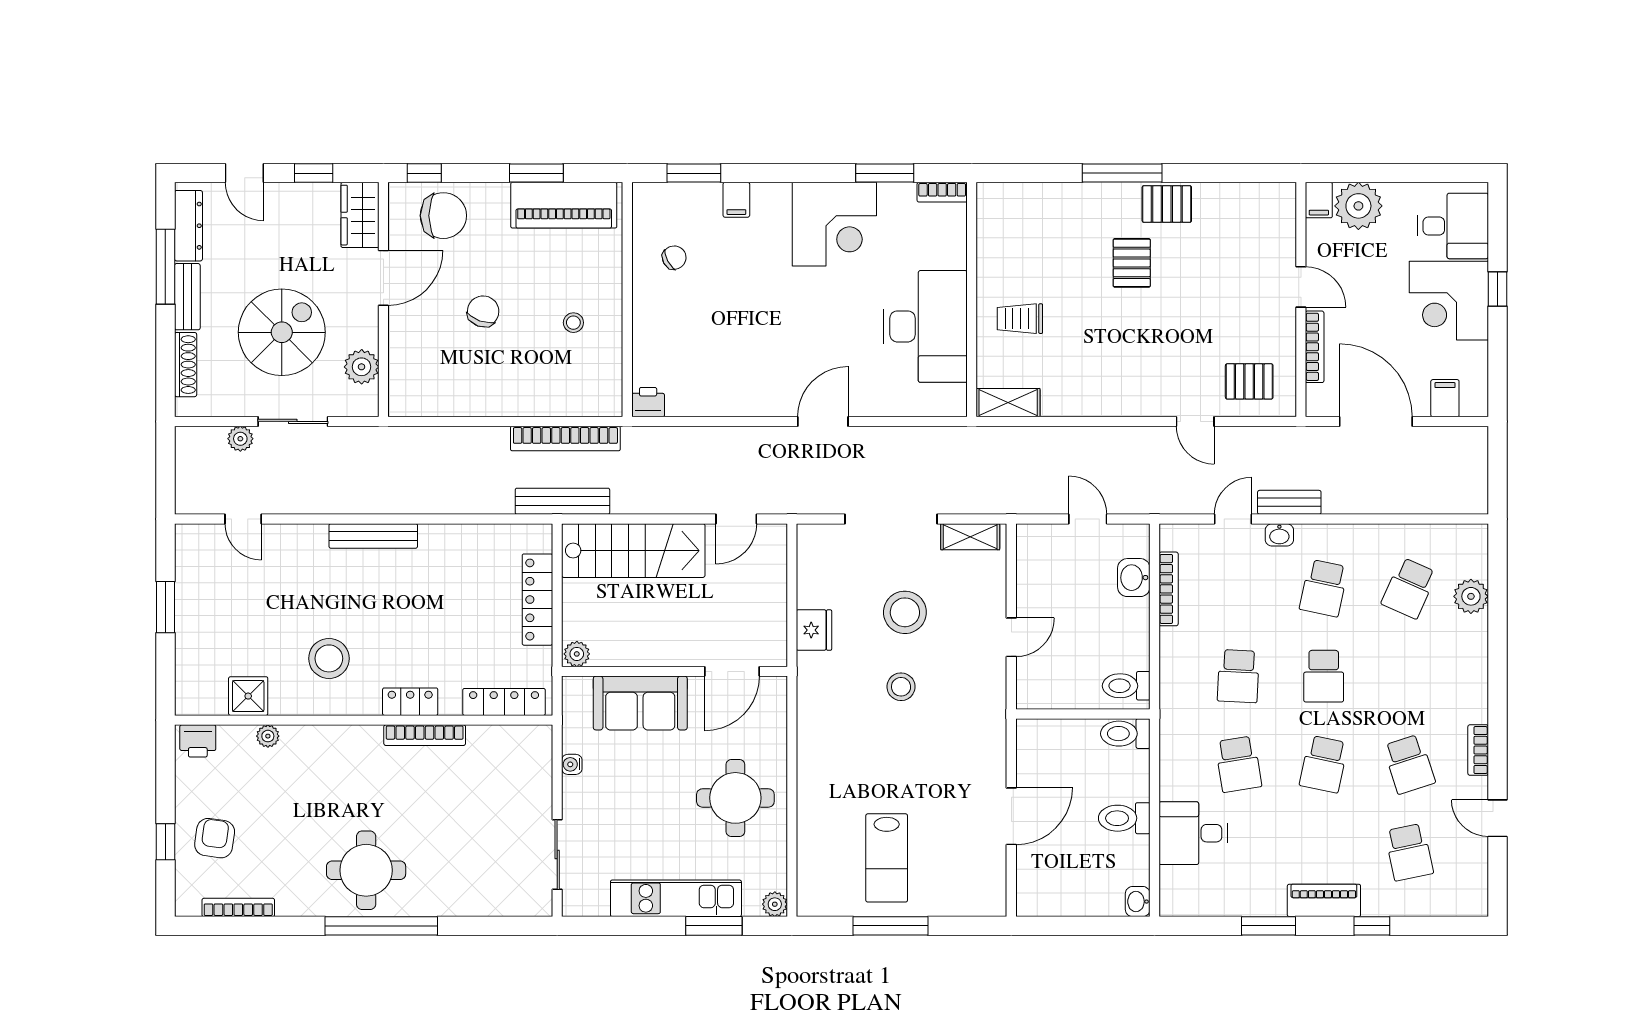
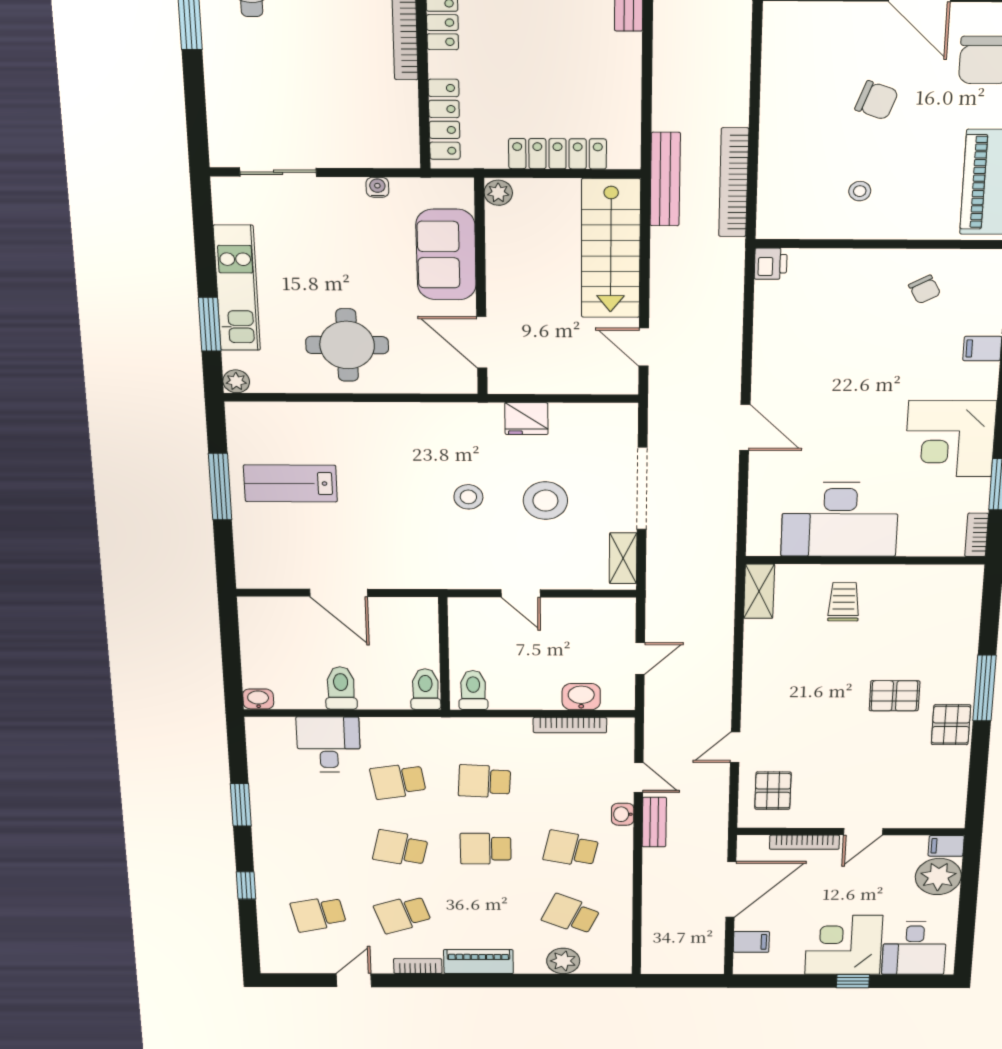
piano: (1324, 900) -> (479, 962), moved, turned -90

